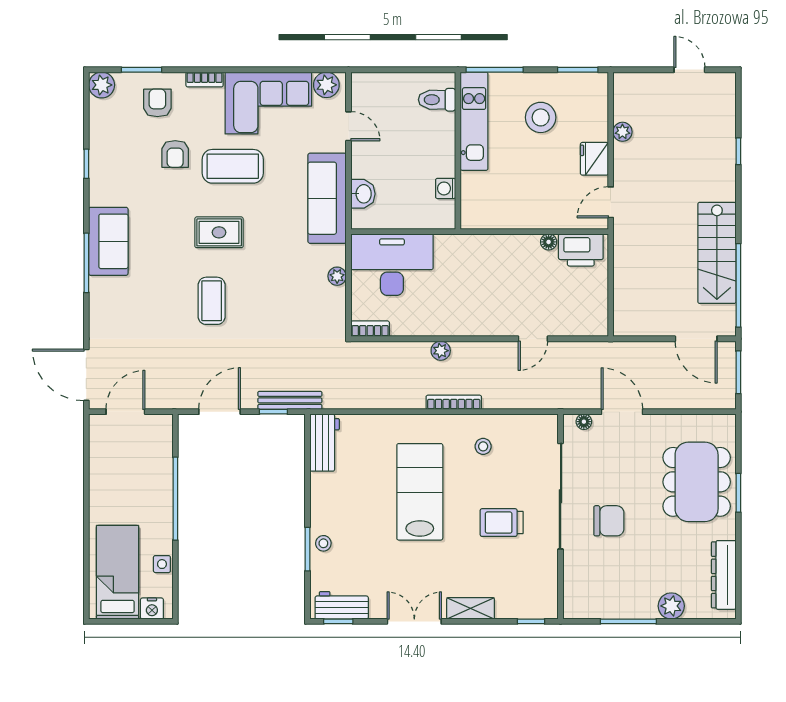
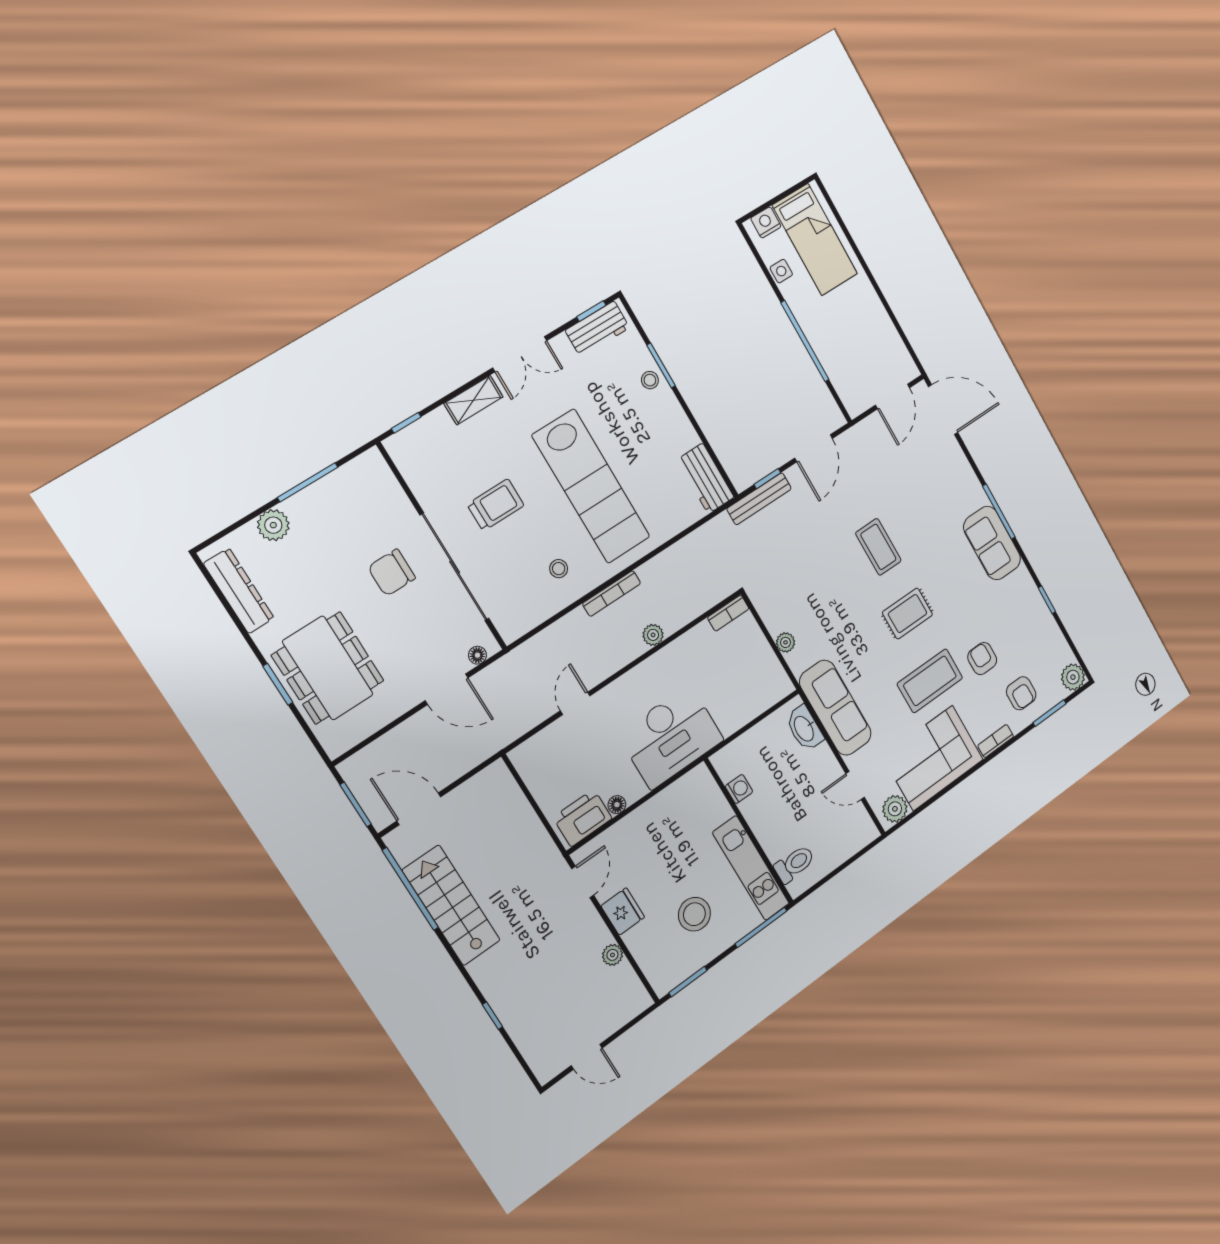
washbasin: (363, 194) -> (804, 728), width x1.38
desk: (392, 265) -> (671, 737), moved
lab bench: (420, 492) -> (591, 486), width x1.36

